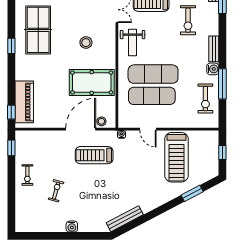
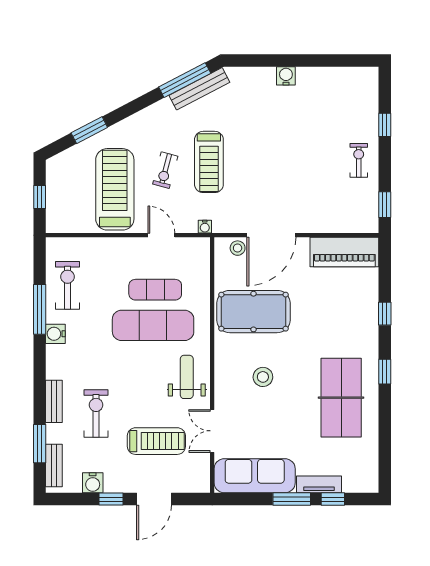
bench: (214, 49) -> (54, 401), moved
exercise mat: (152, 96) -> (155, 290), width x0.73, depth x0.69
piano: (24, 102) -> (344, 252), moved, turned -90
window: (11, 112) -> (385, 314), moved
treadmill: (94, 155) -> (209, 162), moved, turned 90
exercise bike: (56, 191) -> (165, 170), moved
window: (11, 197) -> (385, 125), added
window: (134, 224) -> (185, 80), added

